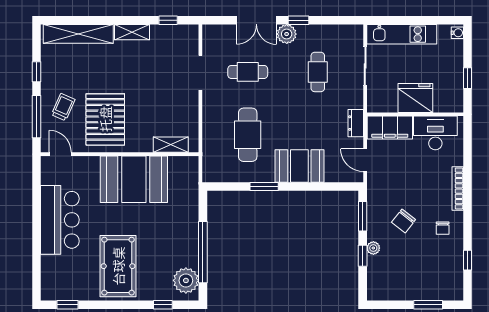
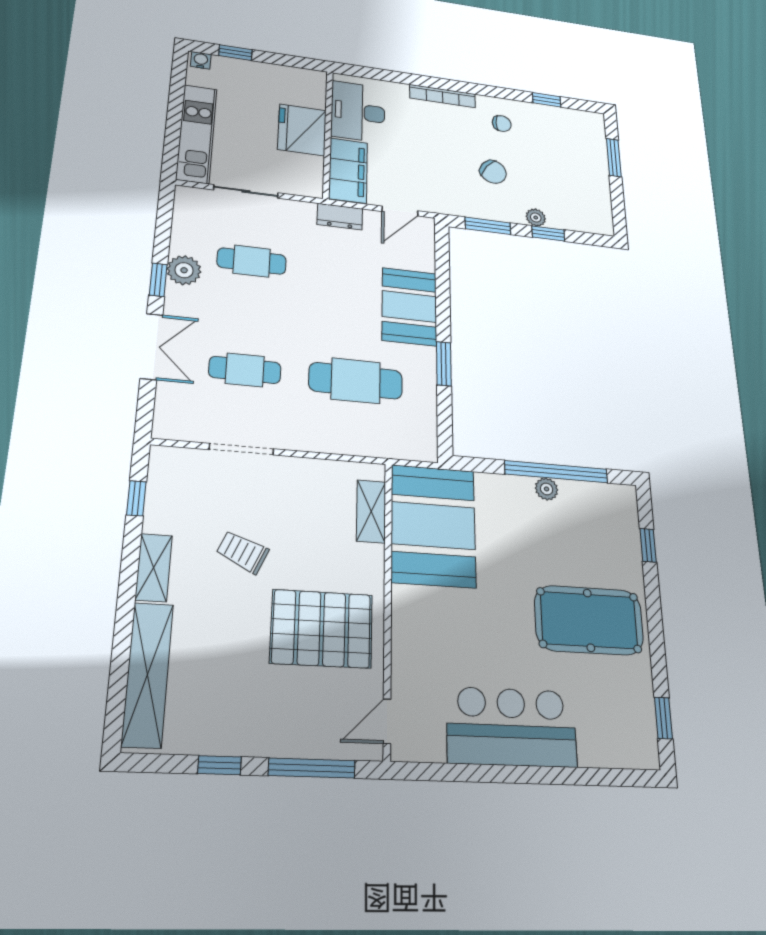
plant: (287, 34) -> (184, 270), moved
cafe table: (248, 72) -> (245, 370), turned 90
window: (467, 78) -> (235, 53), moved
trolley: (63, 107) -> (243, 552), moved
booth: (134, 179) -> (433, 526), moved
plant: (186, 280) -> (547, 489), moved, width x0.53, depth x0.53

